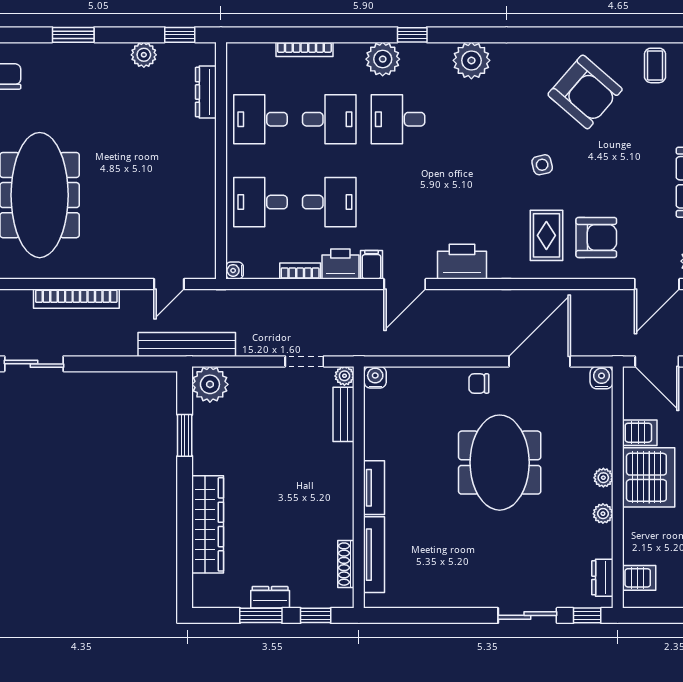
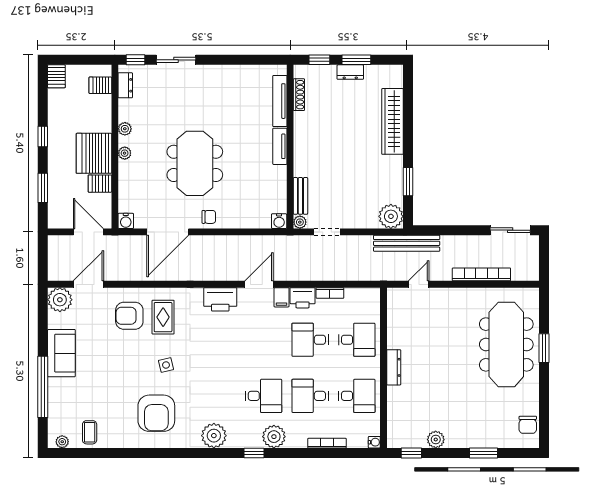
dresser: (206, 92) -> (394, 367), moved
armchair: (585, 92) -> (156, 413), moved, turned -131
water cooler: (234, 270) -> (374, 442), moved

